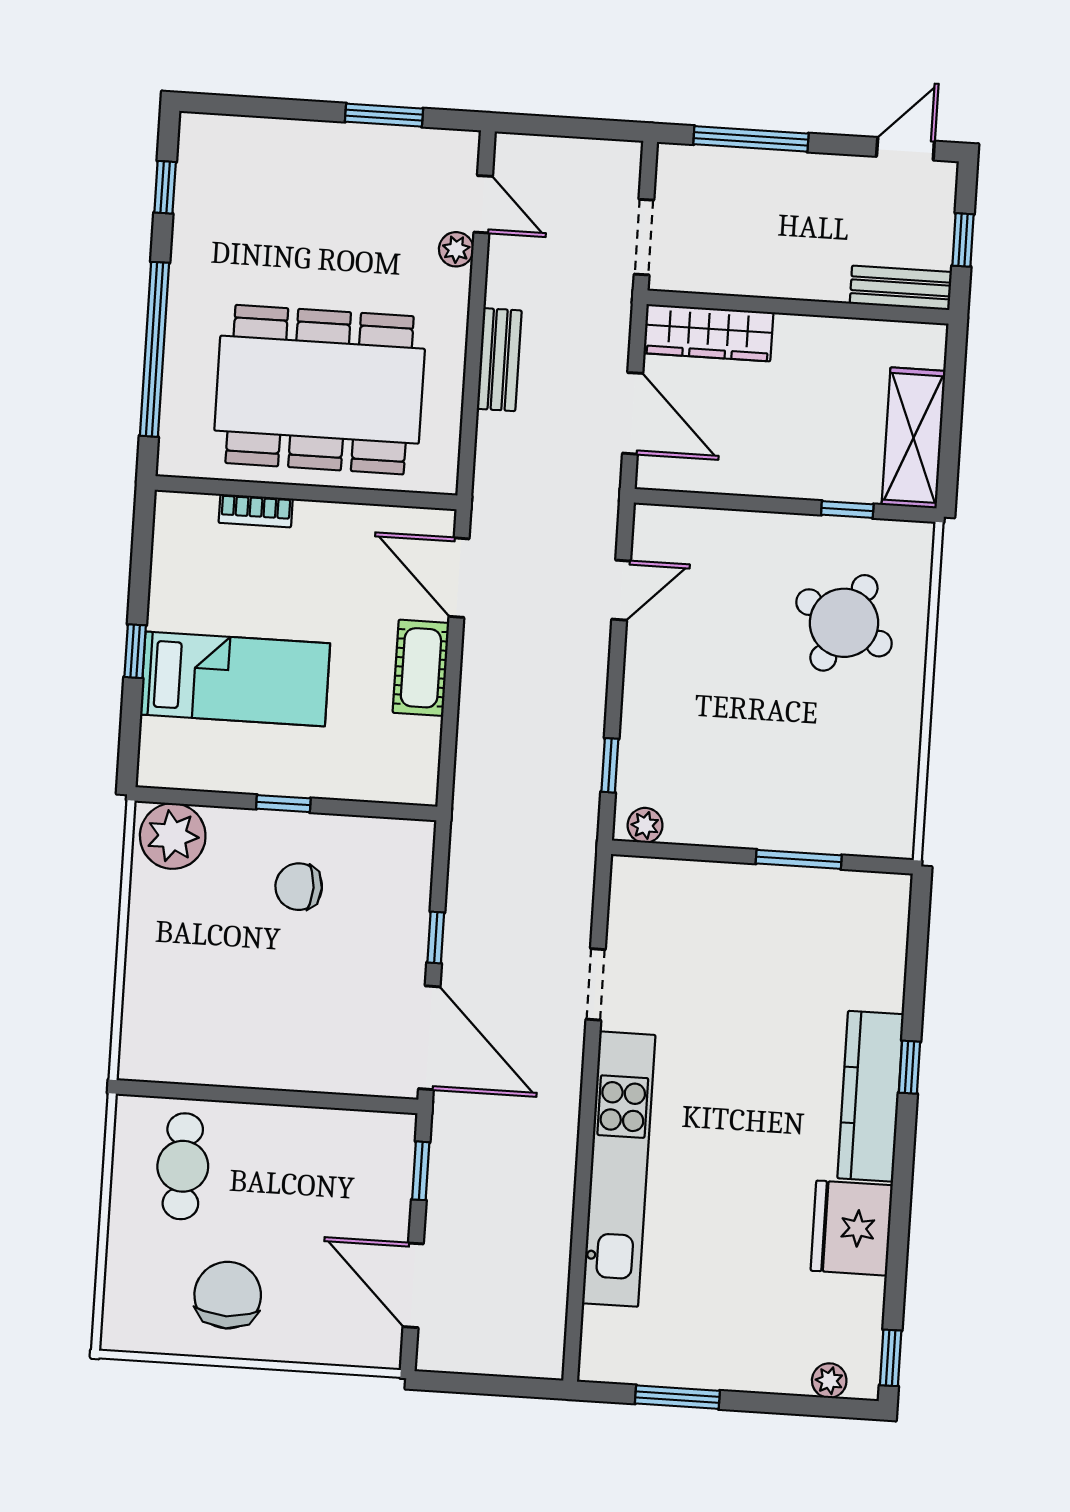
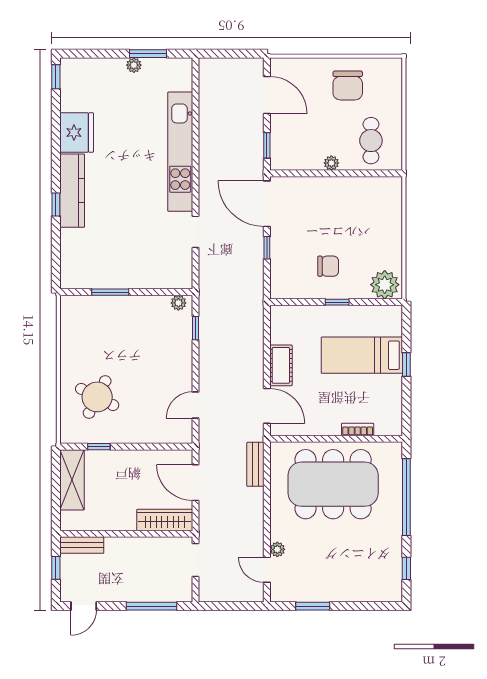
bench: (499, 360) -> (255, 464), moved
plant: (276, 1121) -> (331, 163), added
plant: (829, 1381) -> (134, 65), moved

